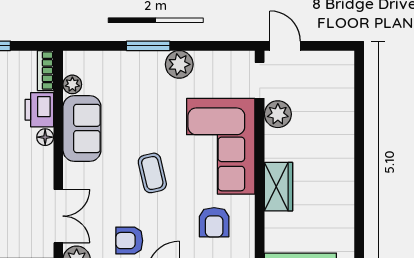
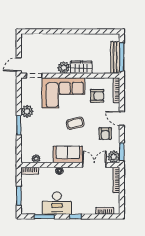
printer: (39, 110) -> (47, 173), removed
plant: (278, 114) -> (64, 68), moved
sofa: (82, 128) -> (68, 154), moved

